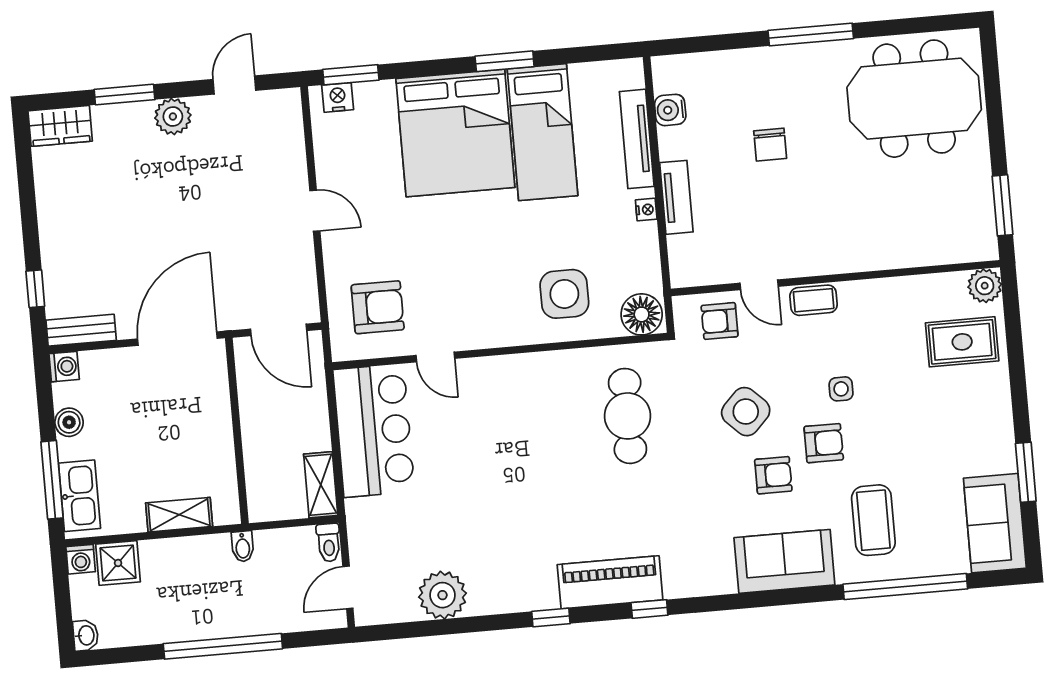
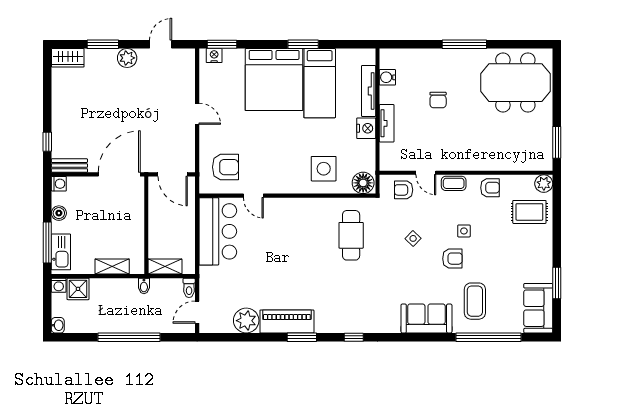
nightstand: (646, 210) -> (366, 128), width x1.89, depth x1.79
side table: (746, 412) -> (413, 238), width x0.54, depth x0.54
armchair: (773, 475) -> (490, 188), moved
shelving: (321, 485) -> (165, 267), moved, turned 90
piano: (610, 582) -> (287, 321), moved
window: (551, 618) -> (302, 337), width x1.50

